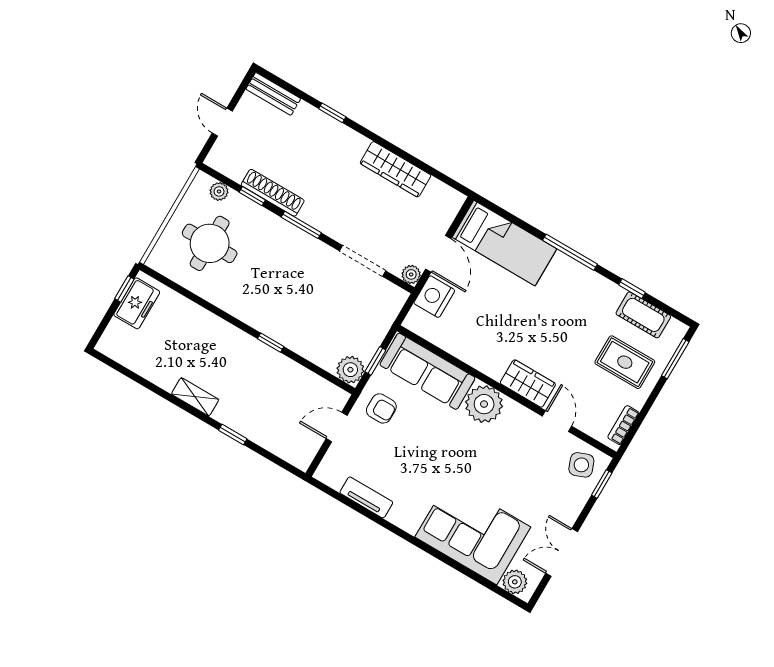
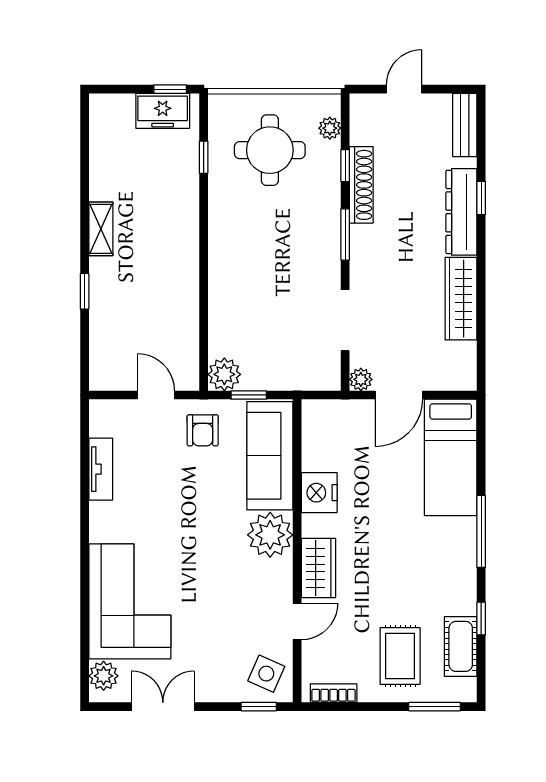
dresser: (334, 133) -> (461, 212), added
nightstand: (434, 297) -> (319, 493), moved, turned -90
window: (271, 343) -> (204, 157), moved
side table: (581, 465) -> (266, 674), turned 45

